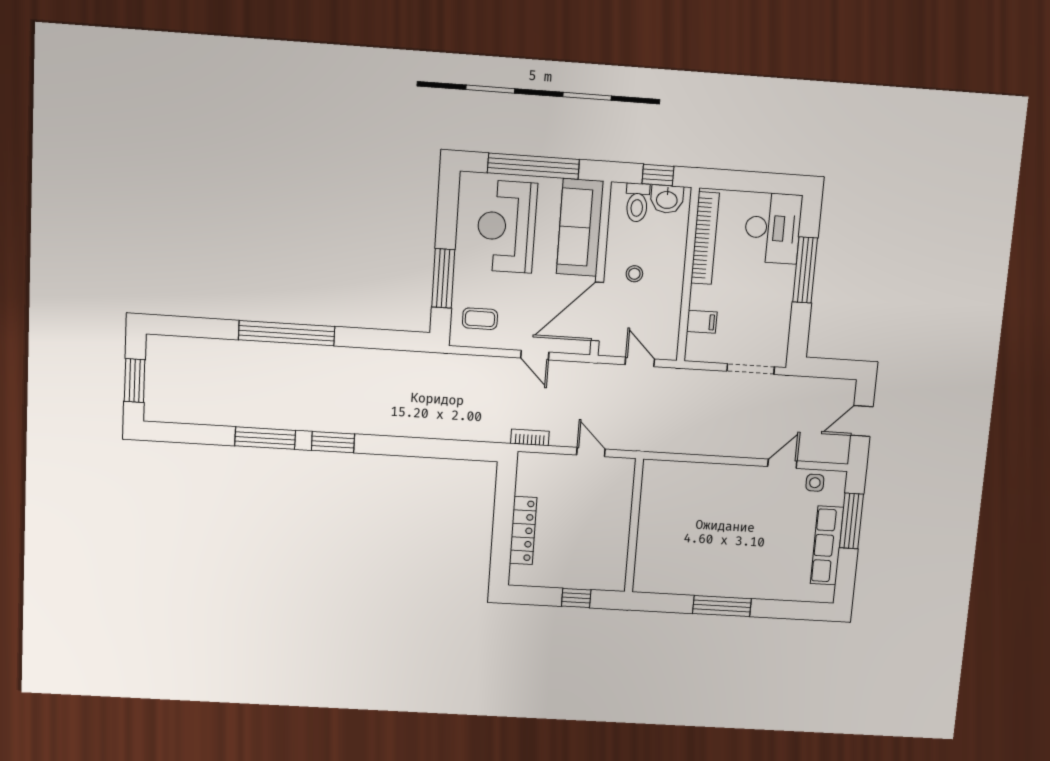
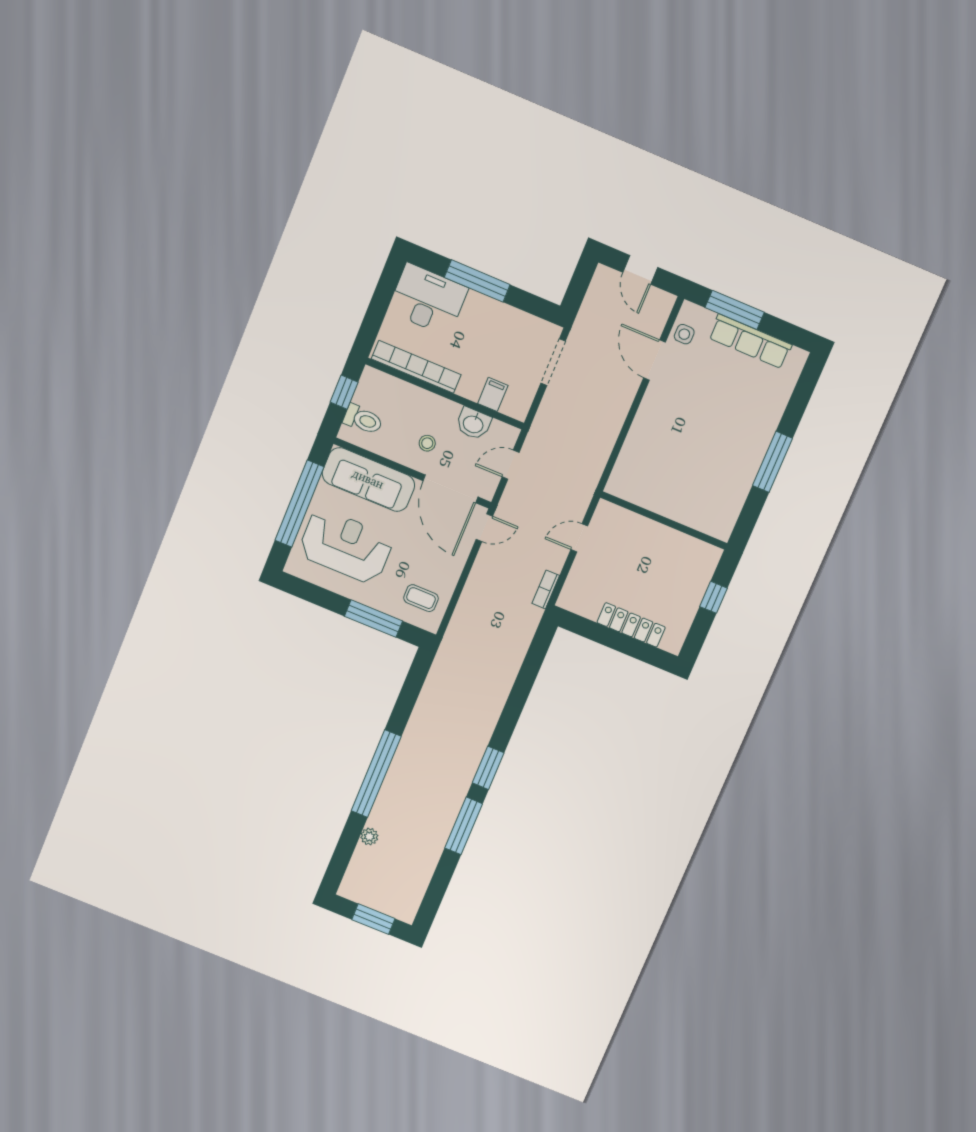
washbasin: (667, 199) -> (473, 424), moved, turned 90
reception desk: (507, 227) -> (346, 546), turned 180
coffee table: (480, 319) -> (421, 598), turned 90
plant: (219, 348) -> (369, 837), added
door: (535, 355) -> (484, 528), moved
door: (782, 464) -> (654, 360), width x1.38

